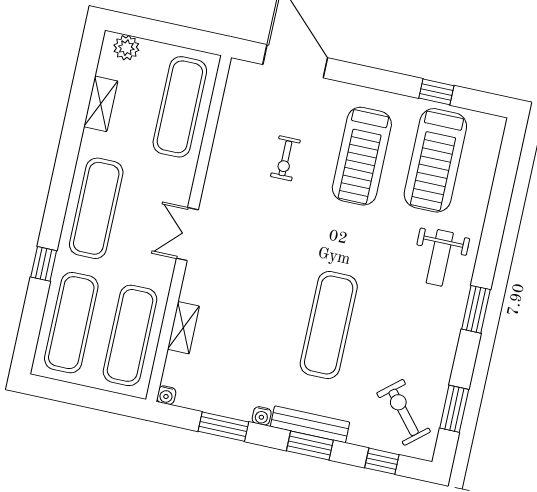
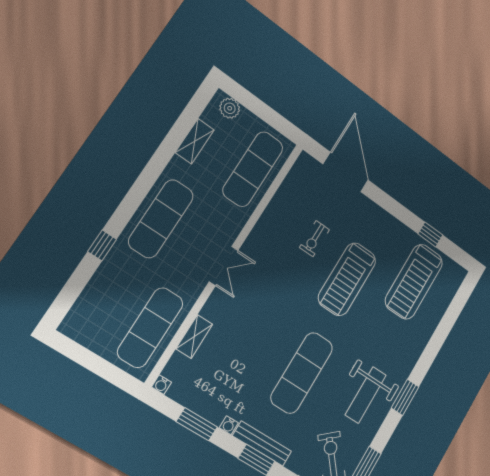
treadmill: (362, 156) -> (347, 279), moved
double door: (187, 234) -> (224, 266), swing flipped
weight bench: (440, 258) -> (366, 395), moved, width x1.36, depth x1.33
exercise mat: (71, 323) -> (107, 300), removed

